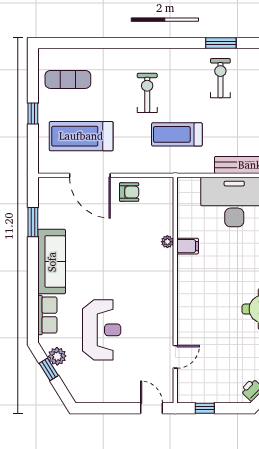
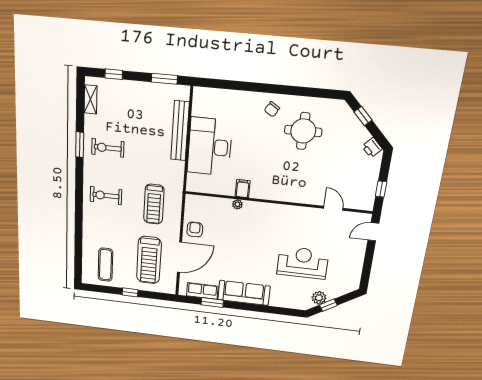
exercise bike: (147, 93) -> (106, 196), moved
treadmill: (177, 134) -> (154, 204), moved
row of seats: (47, 315) -> (202, 291), moved

